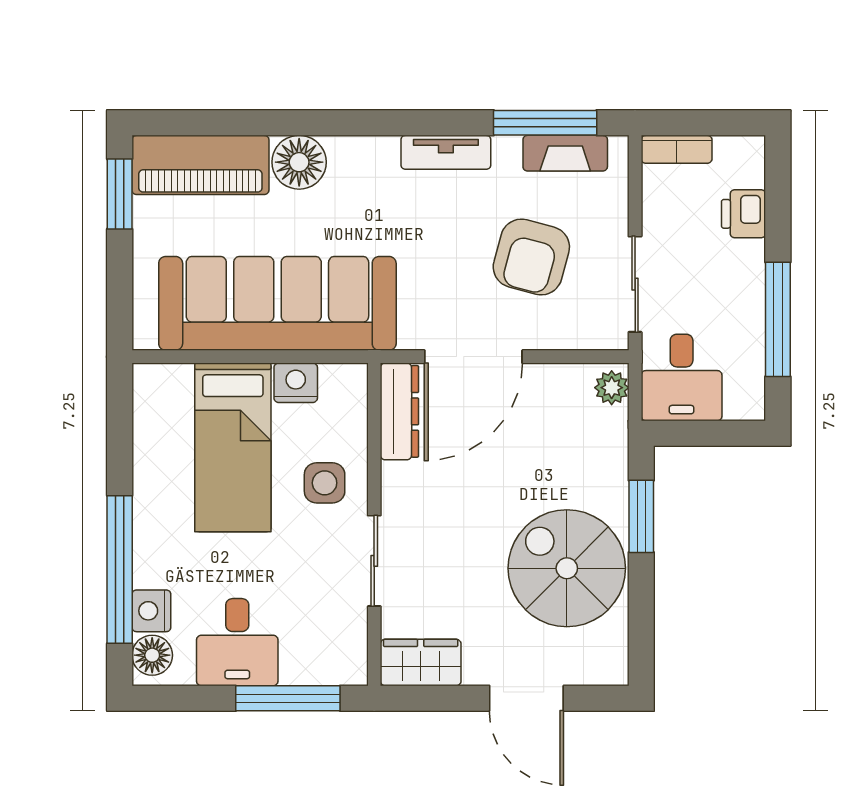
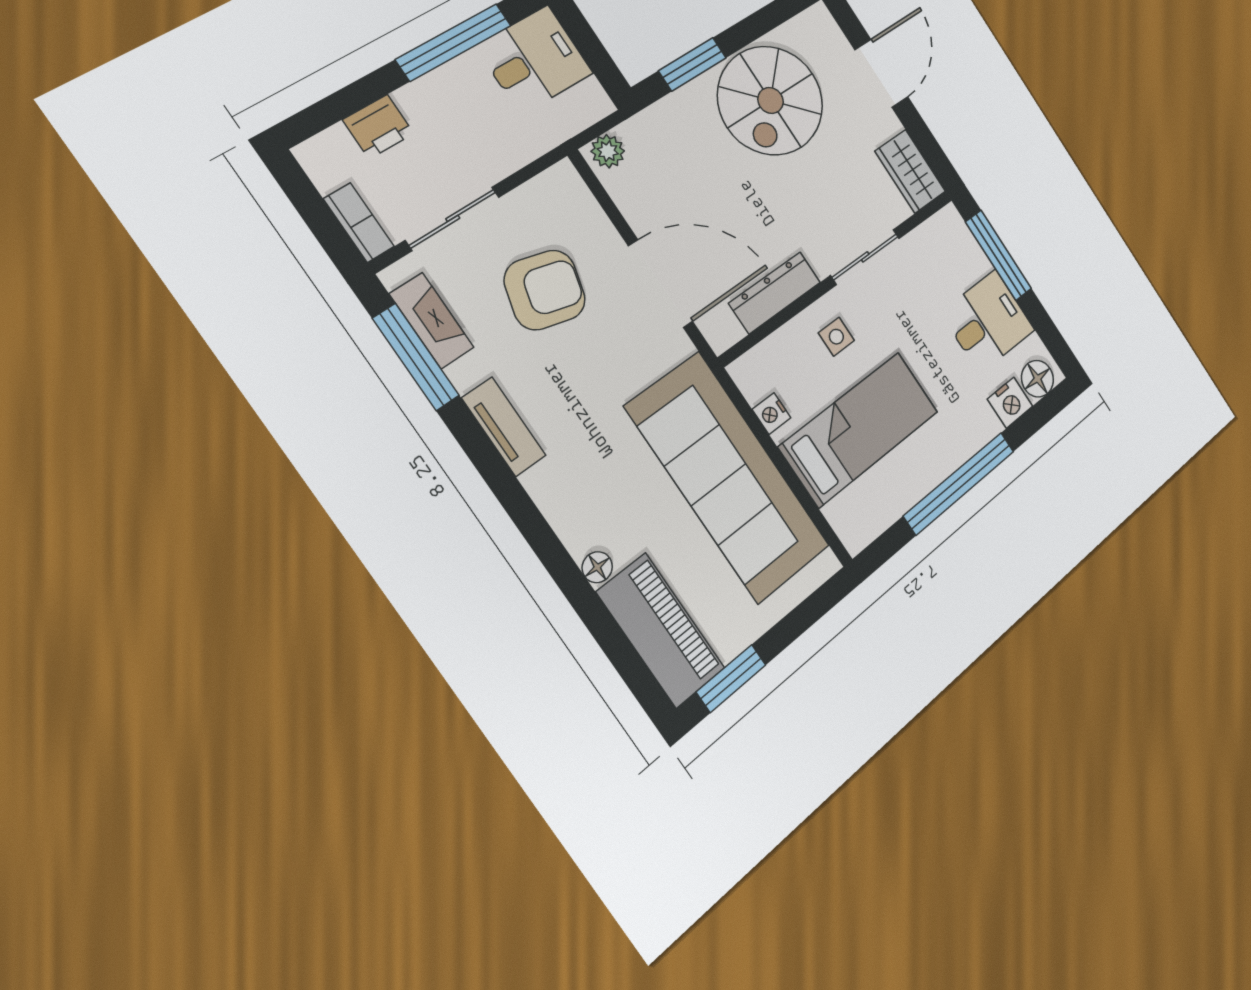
floor lamp: (299, 162) -> (597, 567), width x0.53, depth x0.53
sliding door: (635, 284) -> (453, 219), moved
desk: (682, 377) -> (535, 60), moved
nightstand: (296, 383) -> (772, 413), width x0.72, depth x0.74
dresser: (399, 411) -> (775, 293), moved
side table: (325, 483) -> (836, 337), width x0.73, depth x0.73
window: (120, 570) -> (959, 483), moved

